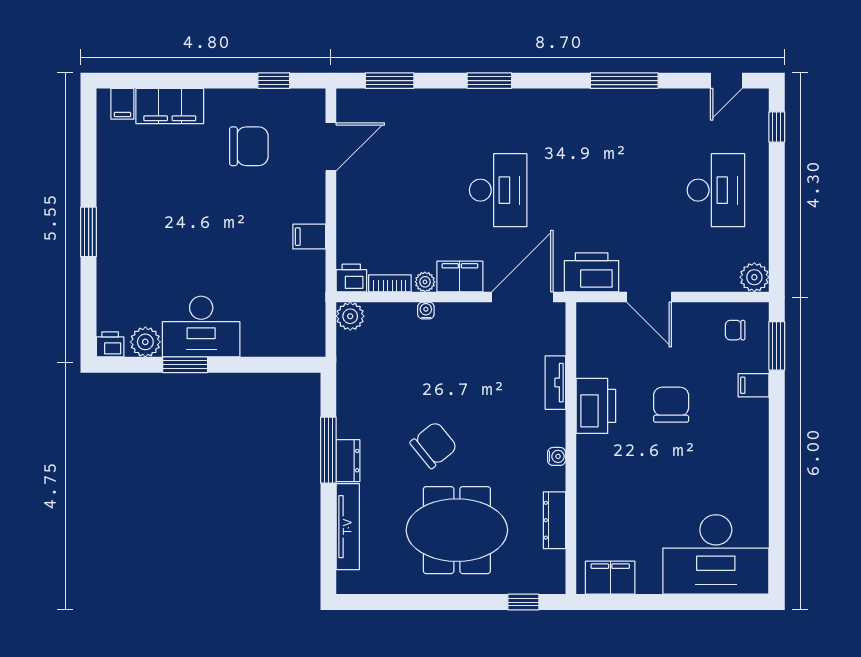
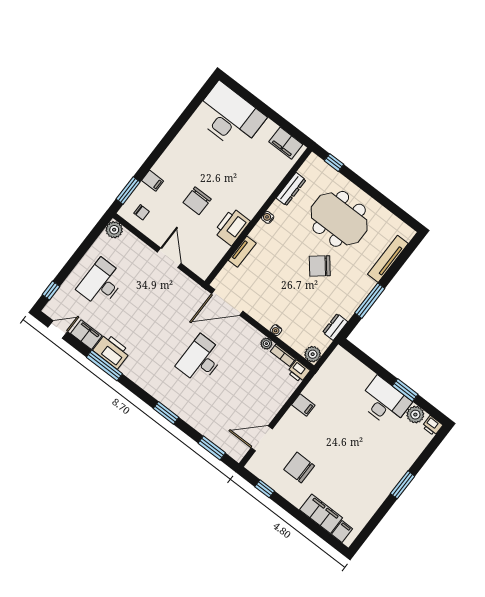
printer: (592, 272) -> (112, 351), moved, turned 180
filing cabinet: (460, 277) -> (86, 335), moved, turned 180
dresser: (348, 461) -> (335, 327), moved

